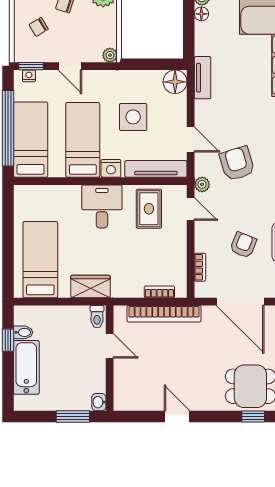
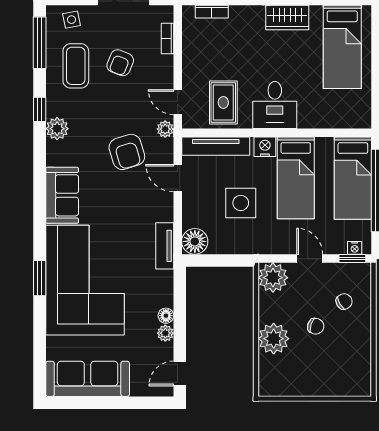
plant: (110, 55) -> (273, 278), width x1.88, depth x1.88

